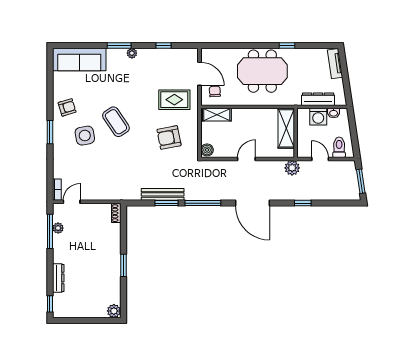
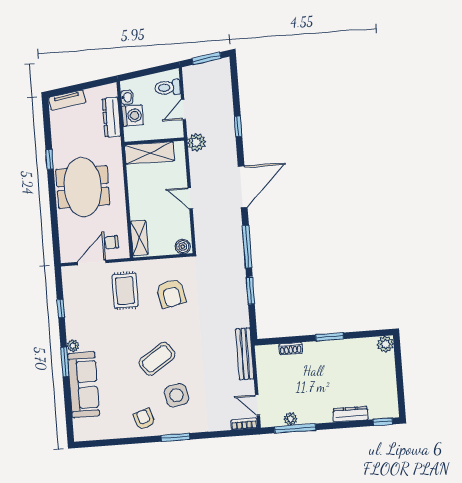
sofa: (79, 59) -> (84, 385), moved
bench: (163, 194) -> (245, 354), moved
shoe rack: (116, 213) -> (291, 349), moved

